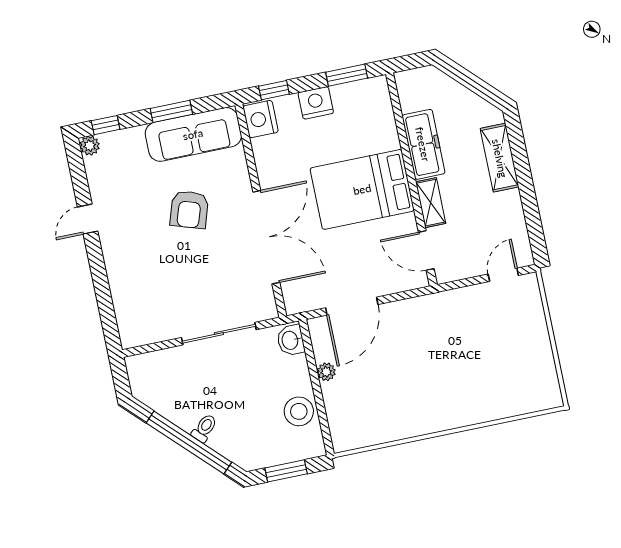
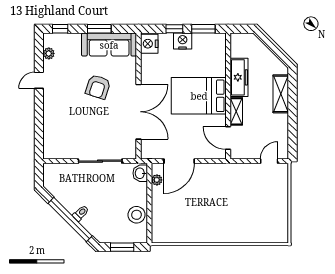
window: (274, 90) -> (174, 29), moved
plant: (90, 146) -> (49, 53), moved
plant: (326, 372) -> (157, 180), moved

